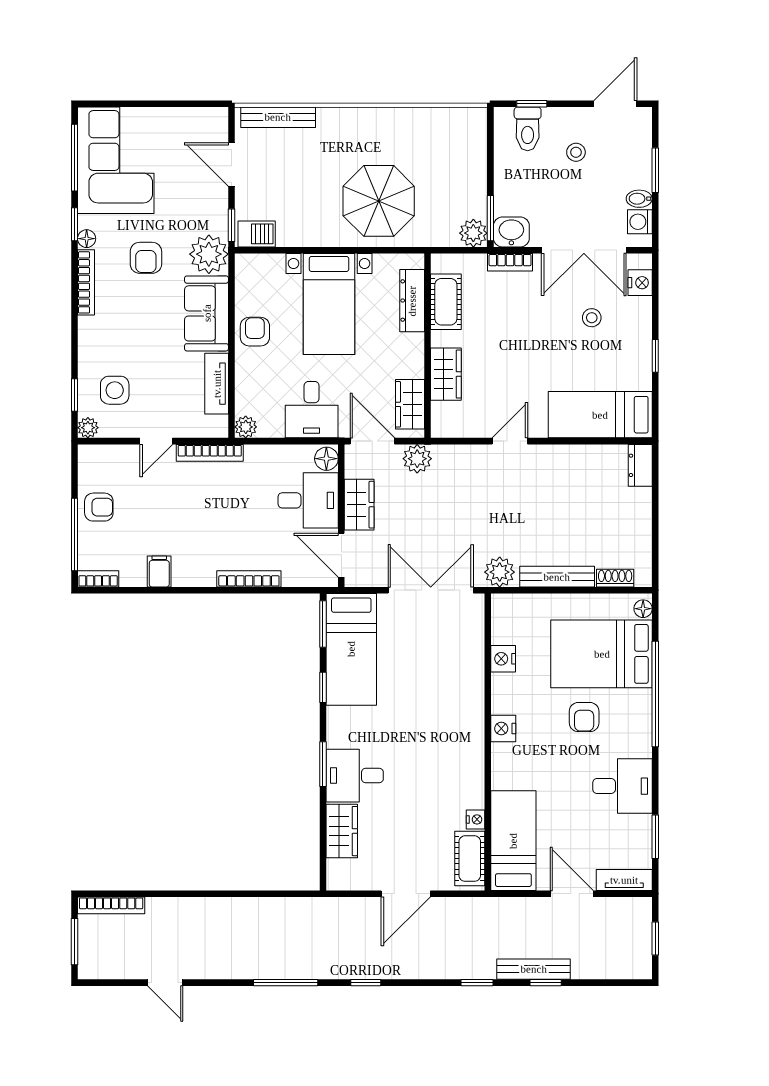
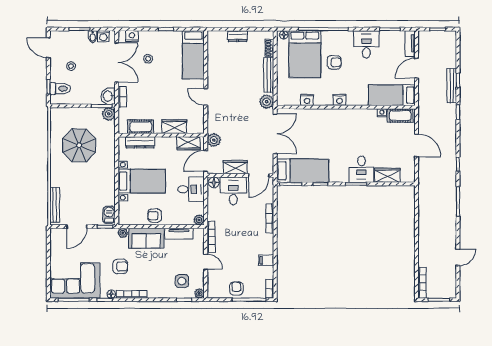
parasol: (379, 201) -> (79, 145), moved
plant: (209, 254) -> (123, 233), width x0.53, depth x0.53
dresser: (640, 465) -> (238, 36), moved
double door: (431, 590) -> (275, 134), swing flipped

